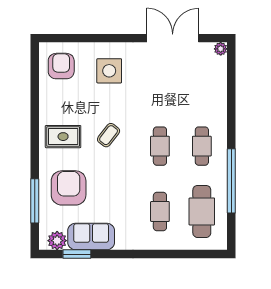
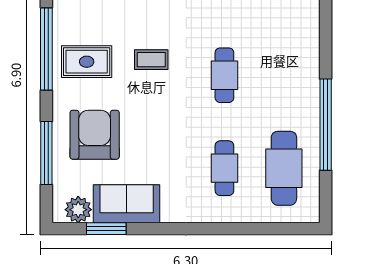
window: (35, 128) -> (46, 49), added
coffee table: (109, 135) -> (151, 60), turned 52
cafe table: (202, 146) -> (284, 75), removed

